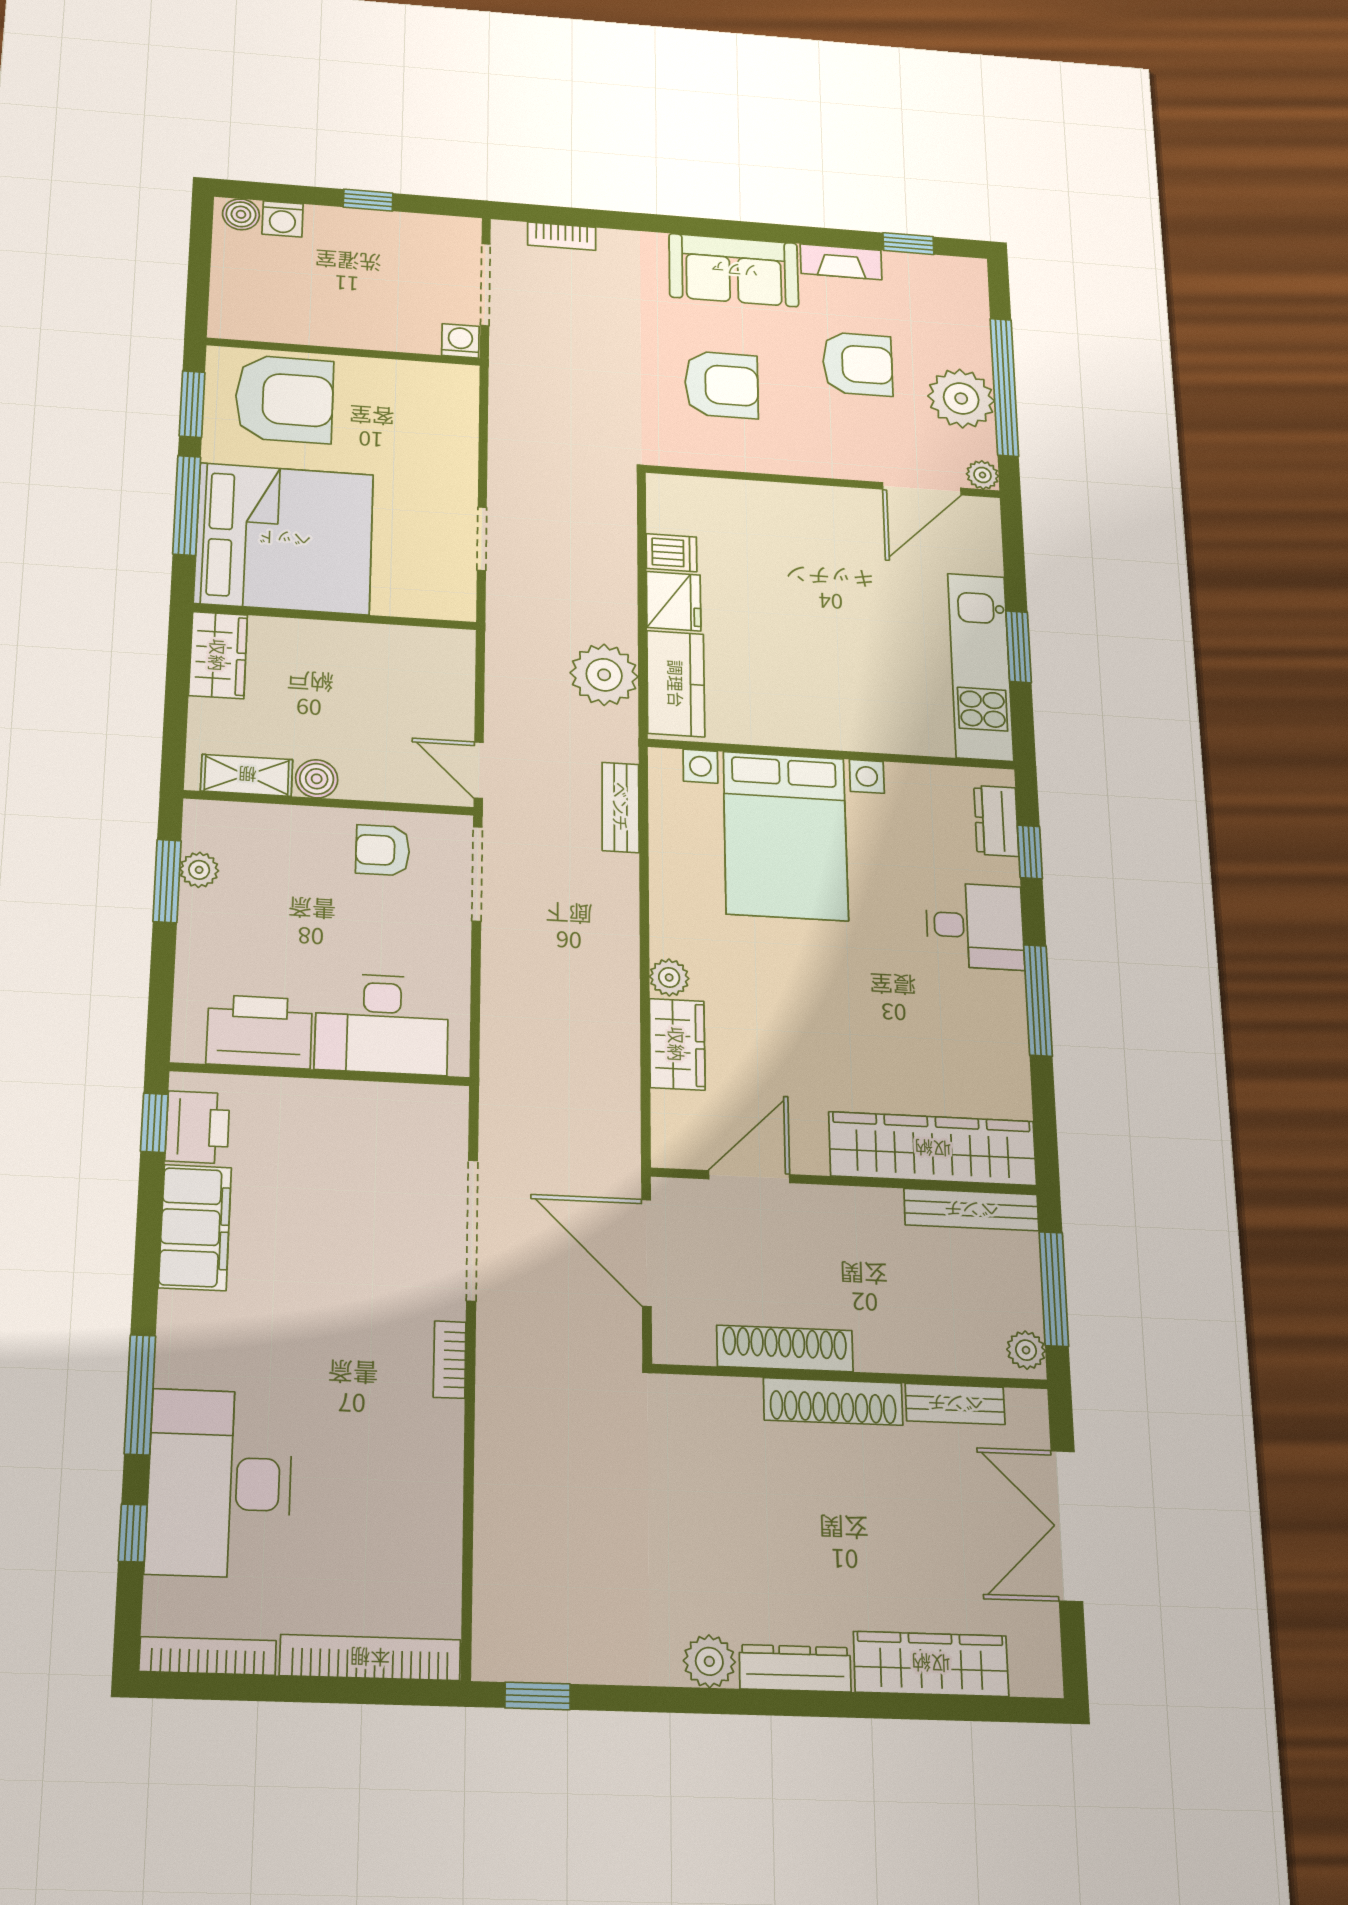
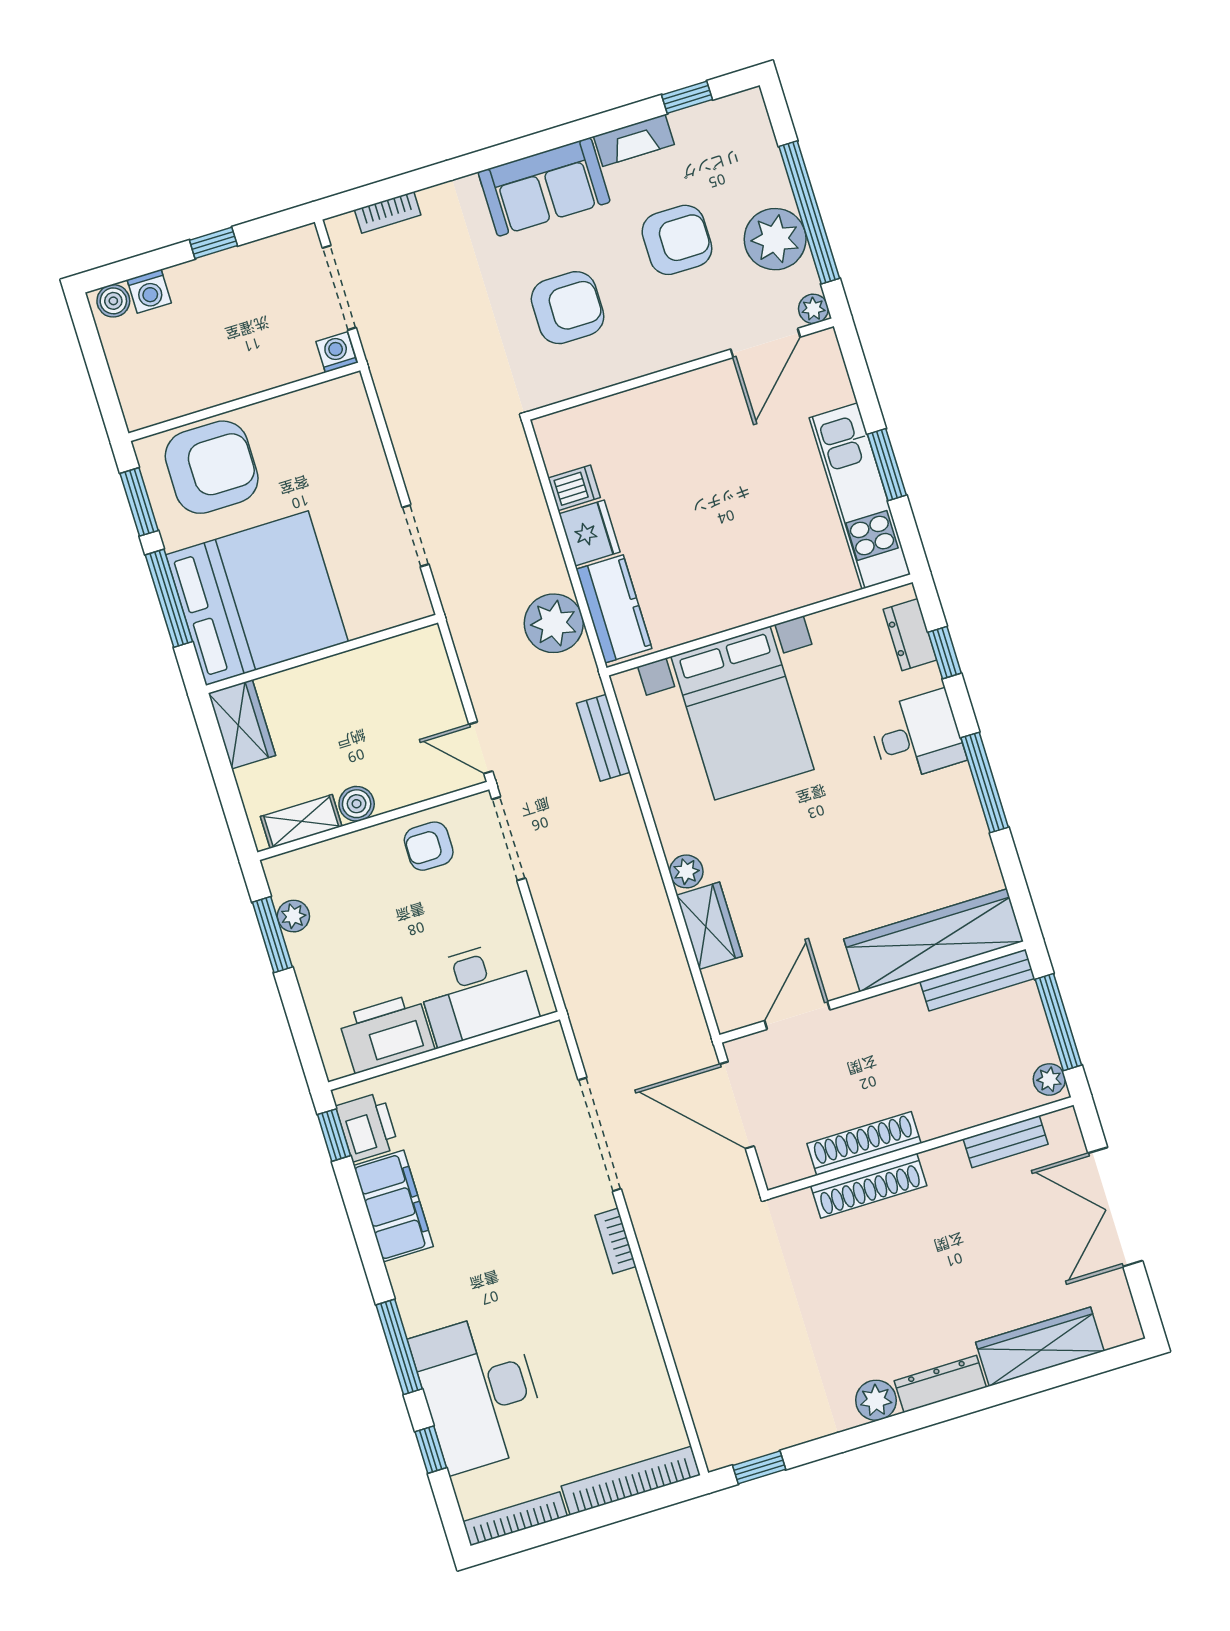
shoe rack: (833, 1402) -> (869, 1186), moved

